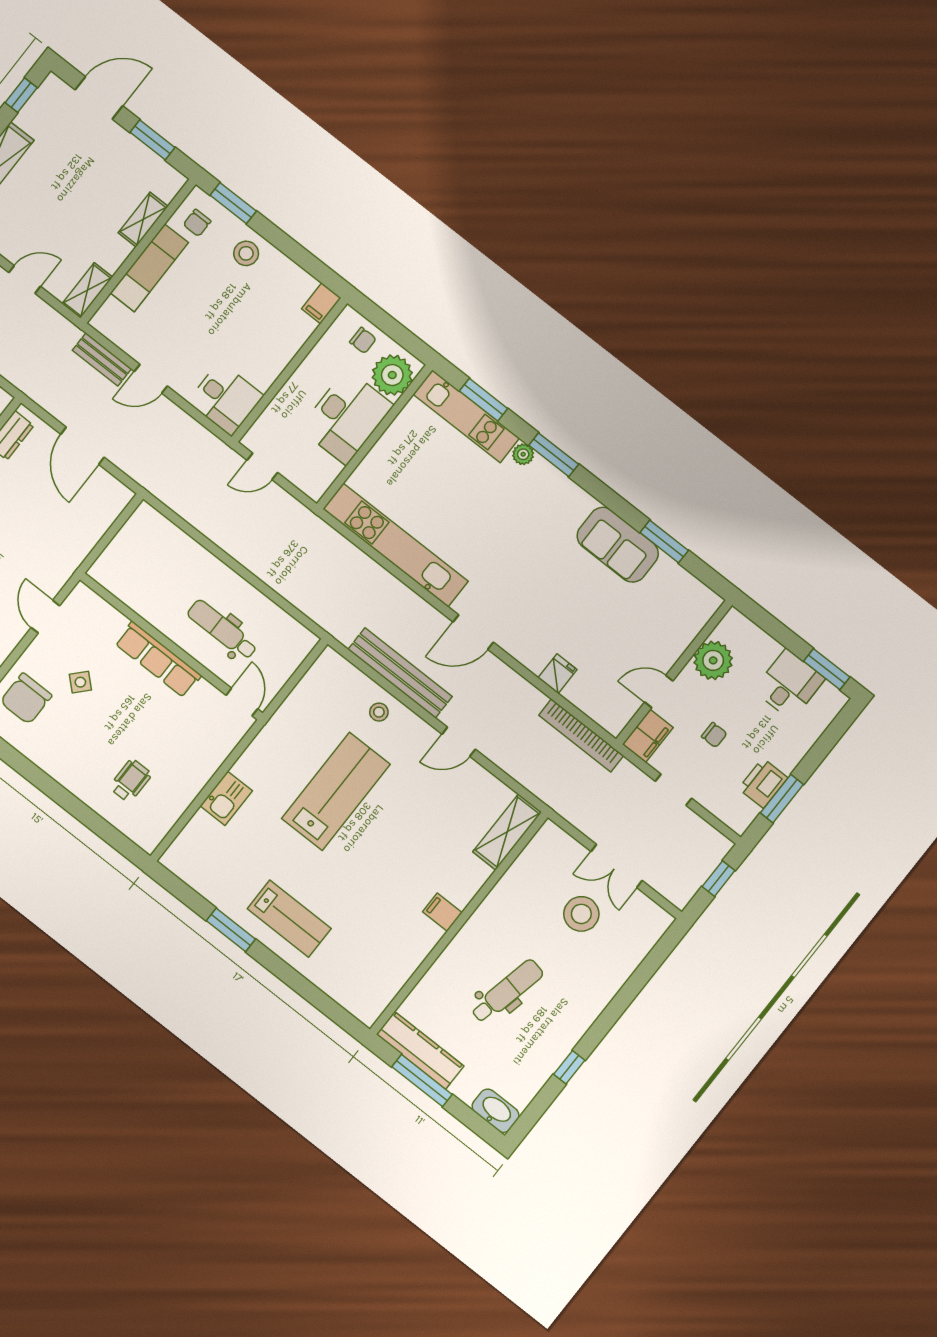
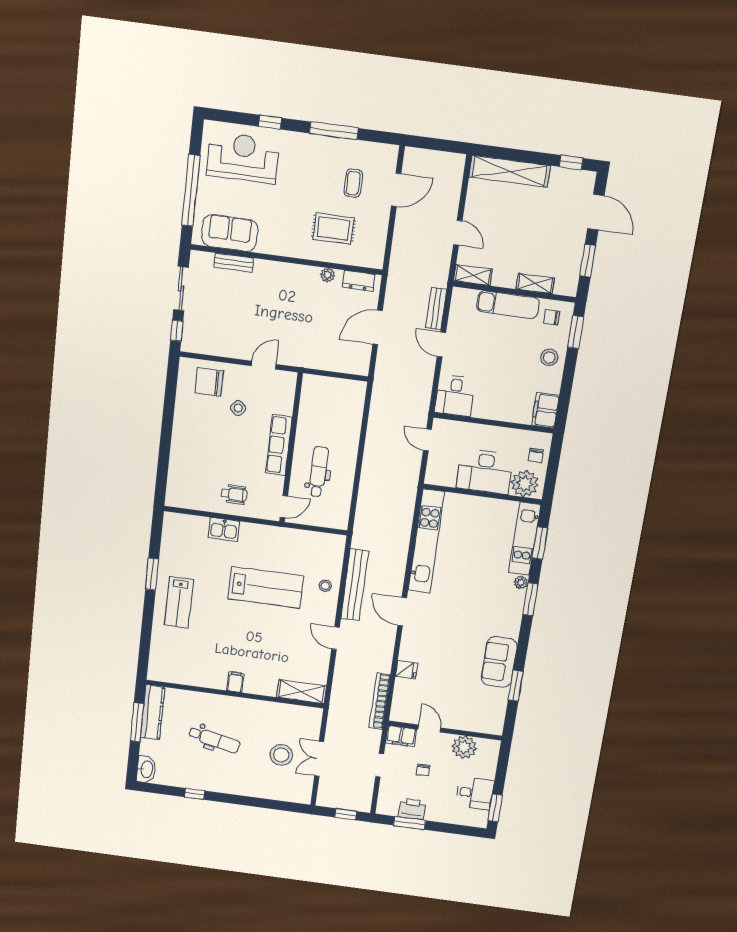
filing cabinet: (321, 303) -> (545, 410), width x2.00
wheelchair: (131, 781) -> (234, 494), moved

